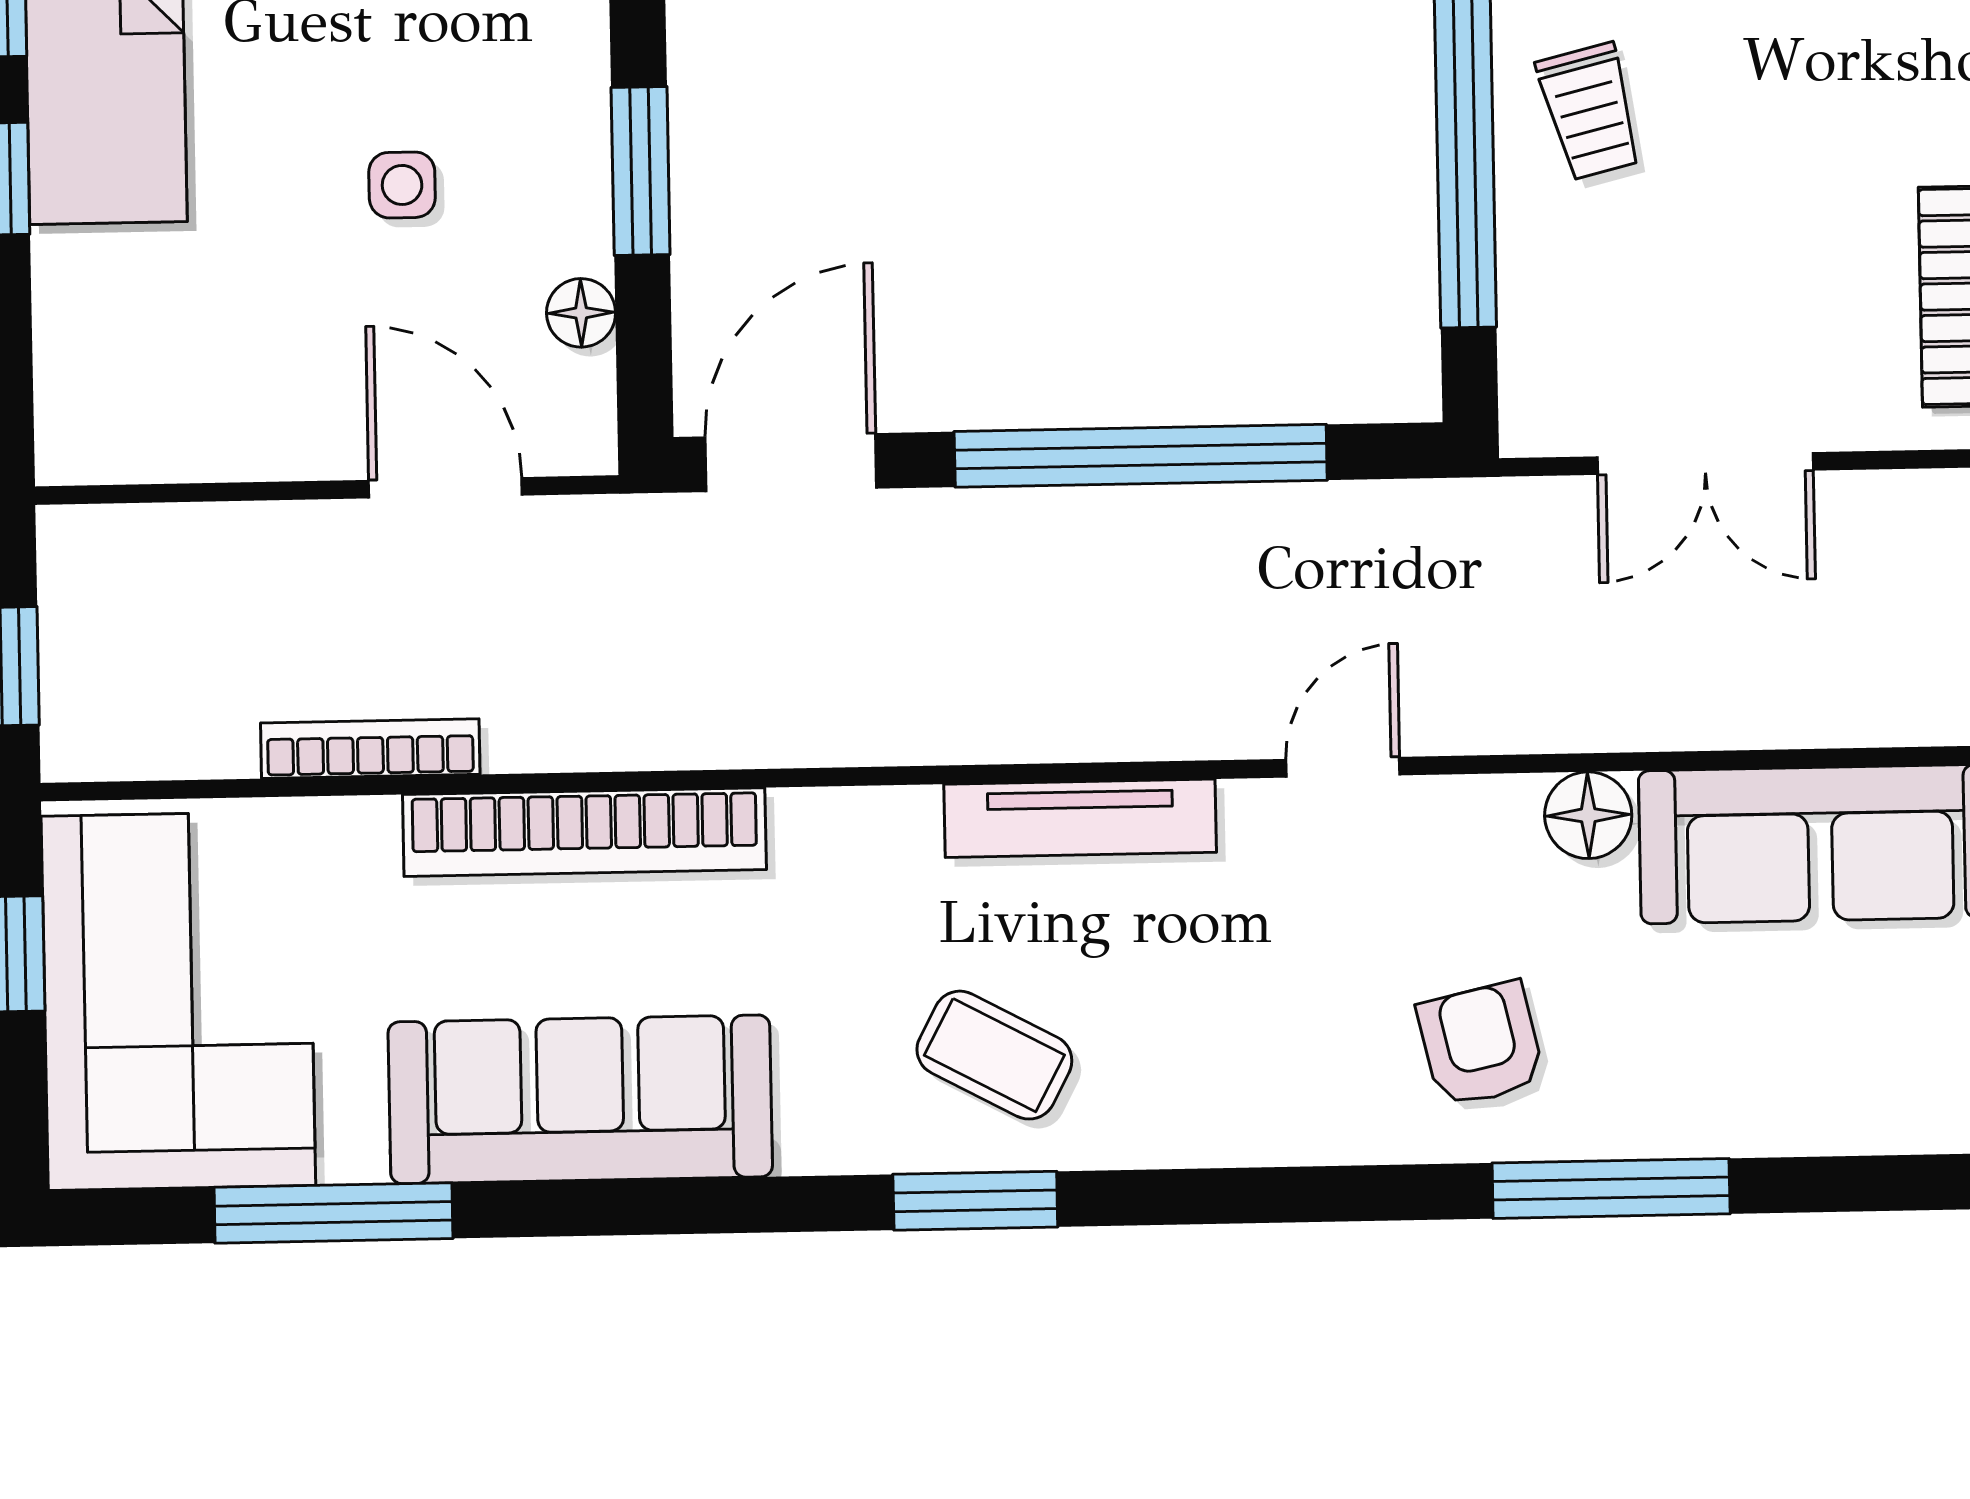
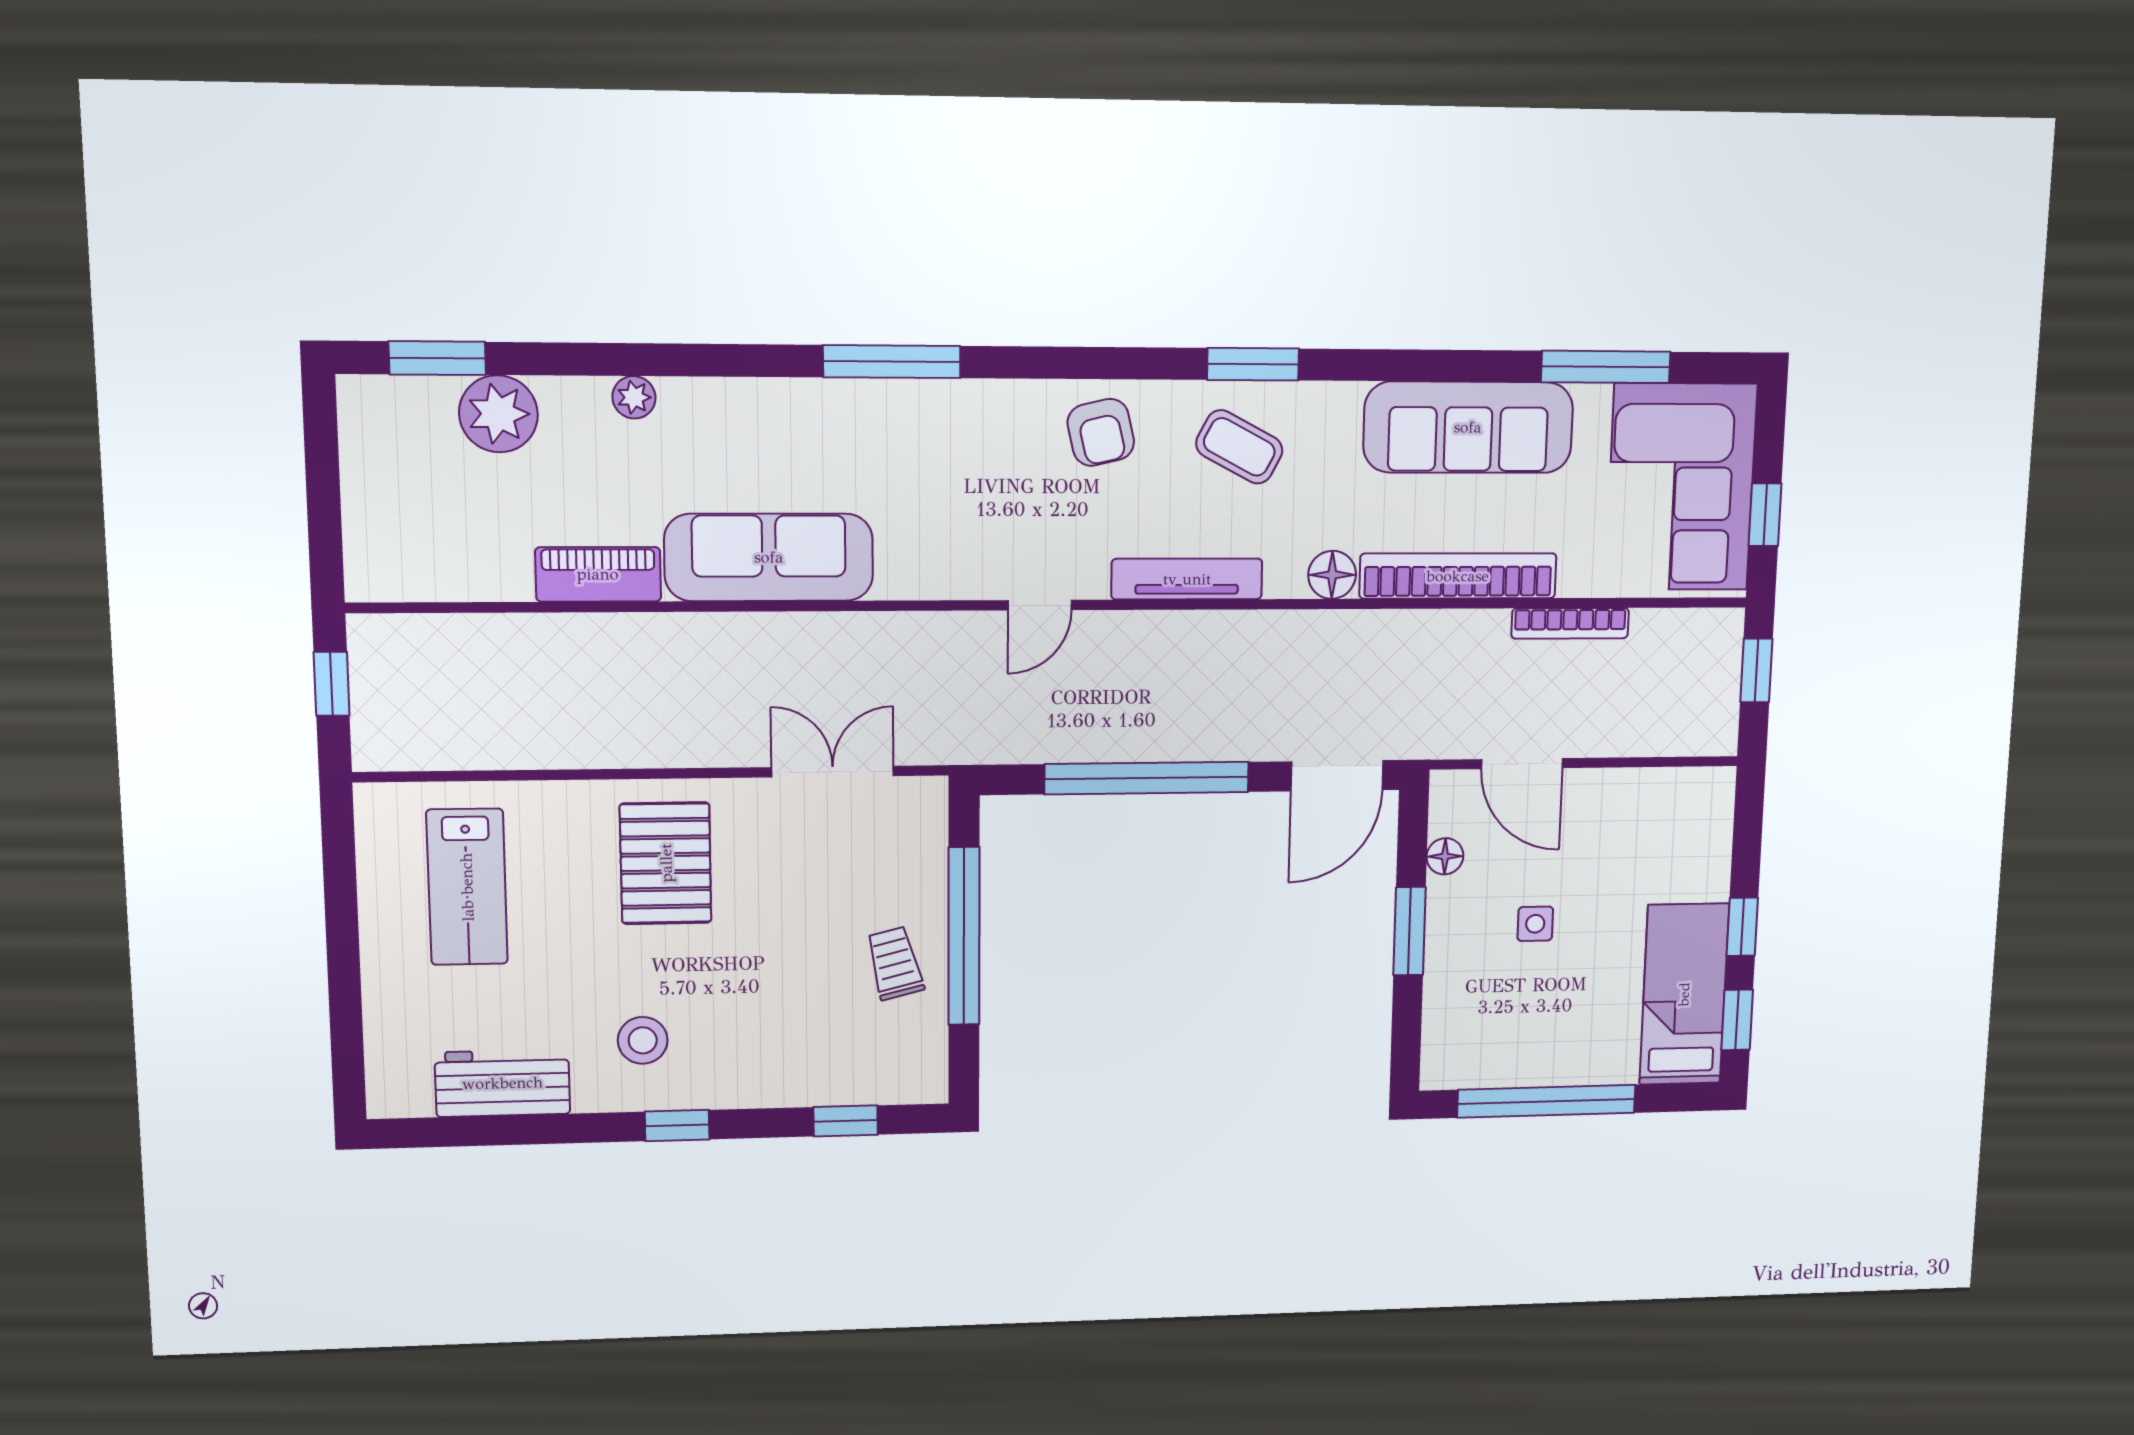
floor lamp: (1588, 815) -> (1332, 575), moved
armchair: (1481, 1044) -> (1101, 432), moved

